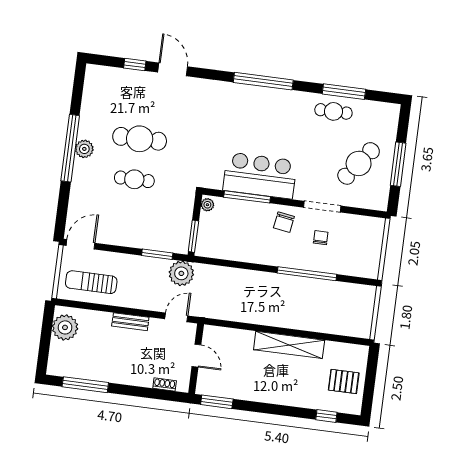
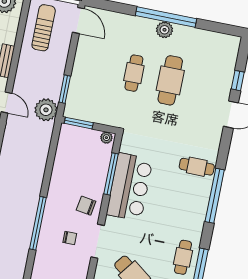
cafe table: (233, 103) -> (197, 167), added

